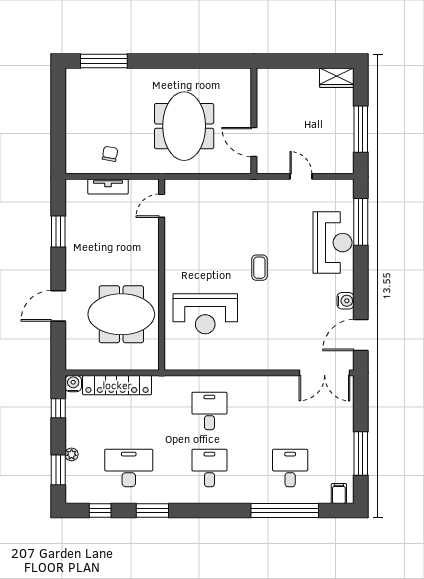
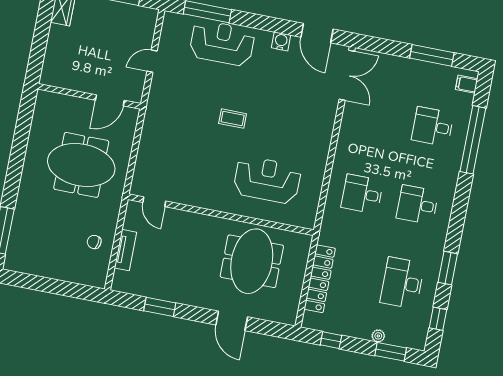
reception desk: (205, 314) -> (267, 180), turned -90
water cooler: (73, 384) -> (310, 321), removed

